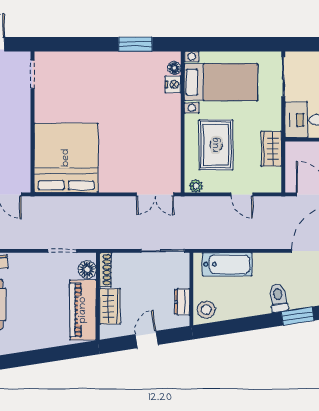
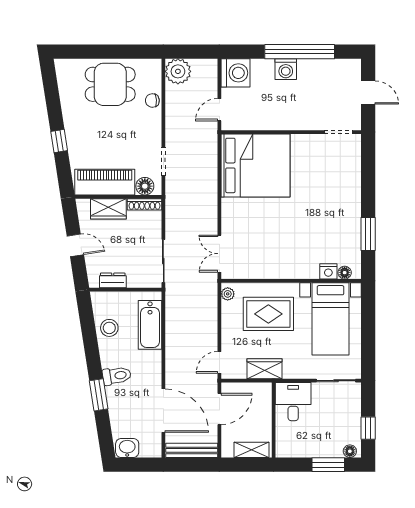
door: (242, 194) -> (219, 362), moved
stool: (206, 310) -> (109, 328), moved
window: (42, 356) -> (59, 141), added

